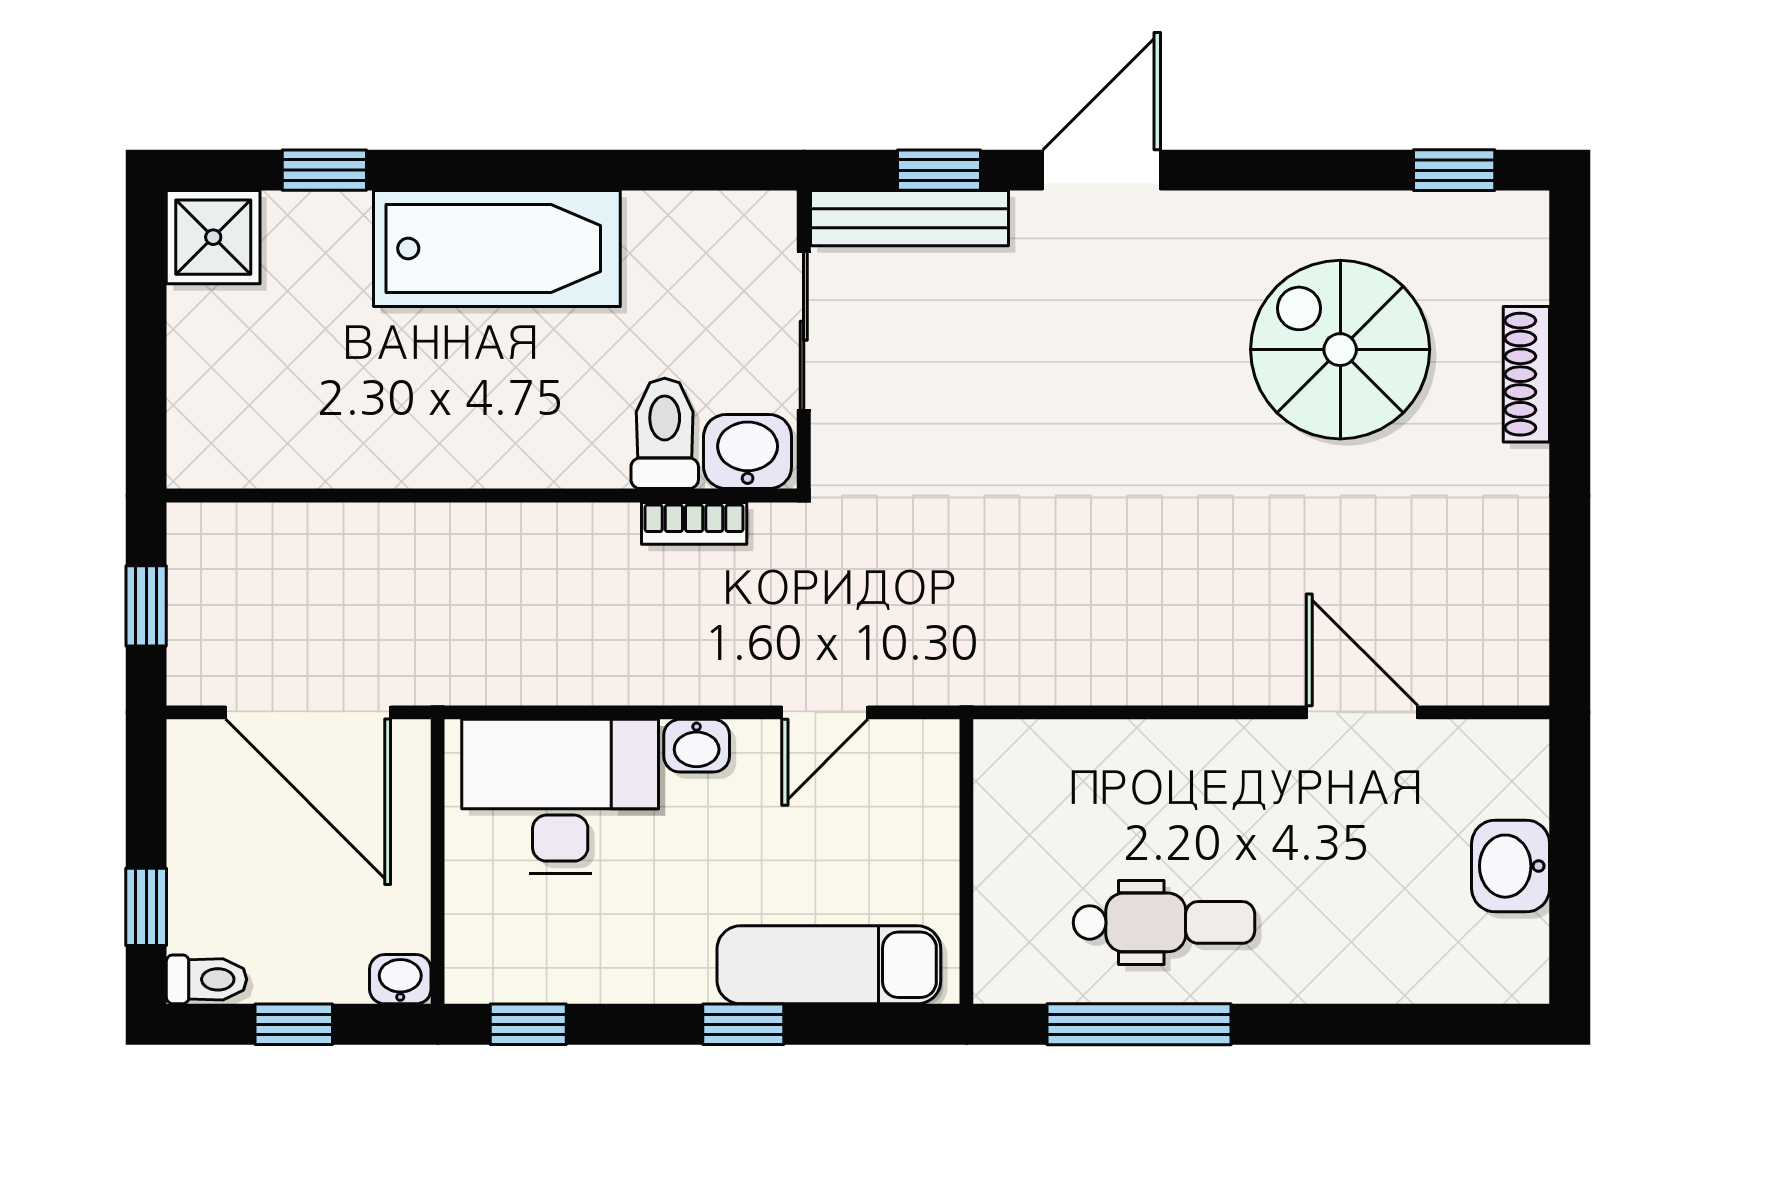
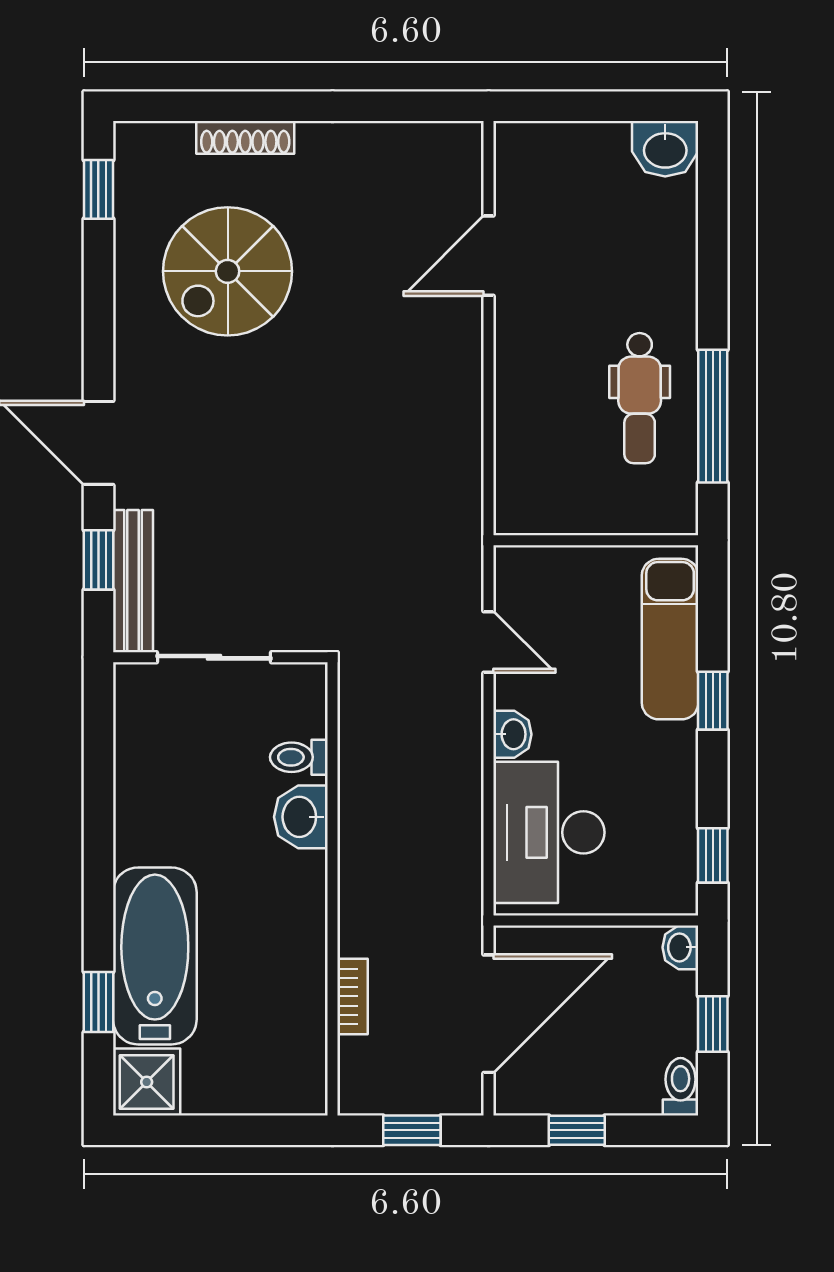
bathtub: (497, 248) -> (155, 956), moved
toilet: (665, 433) -> (299, 757), width x0.73, depth x0.72
washbasin: (748, 452) -> (301, 817), moved
bookcase: (694, 523) -> (352, 996), moved
washbasin: (1511, 866) -> (665, 149), moved
window: (146, 907) -> (577, 1130), moved
dental chair: (1164, 922) -> (640, 398), turned 180

